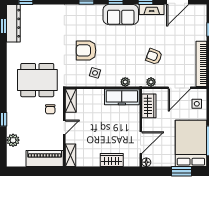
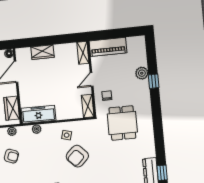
armchair: (86, 50) -> (77, 156), turned 136
dining table: (37, 80) -> (122, 123), width x0.73
plant: (13, 140) -> (142, 73), moved

